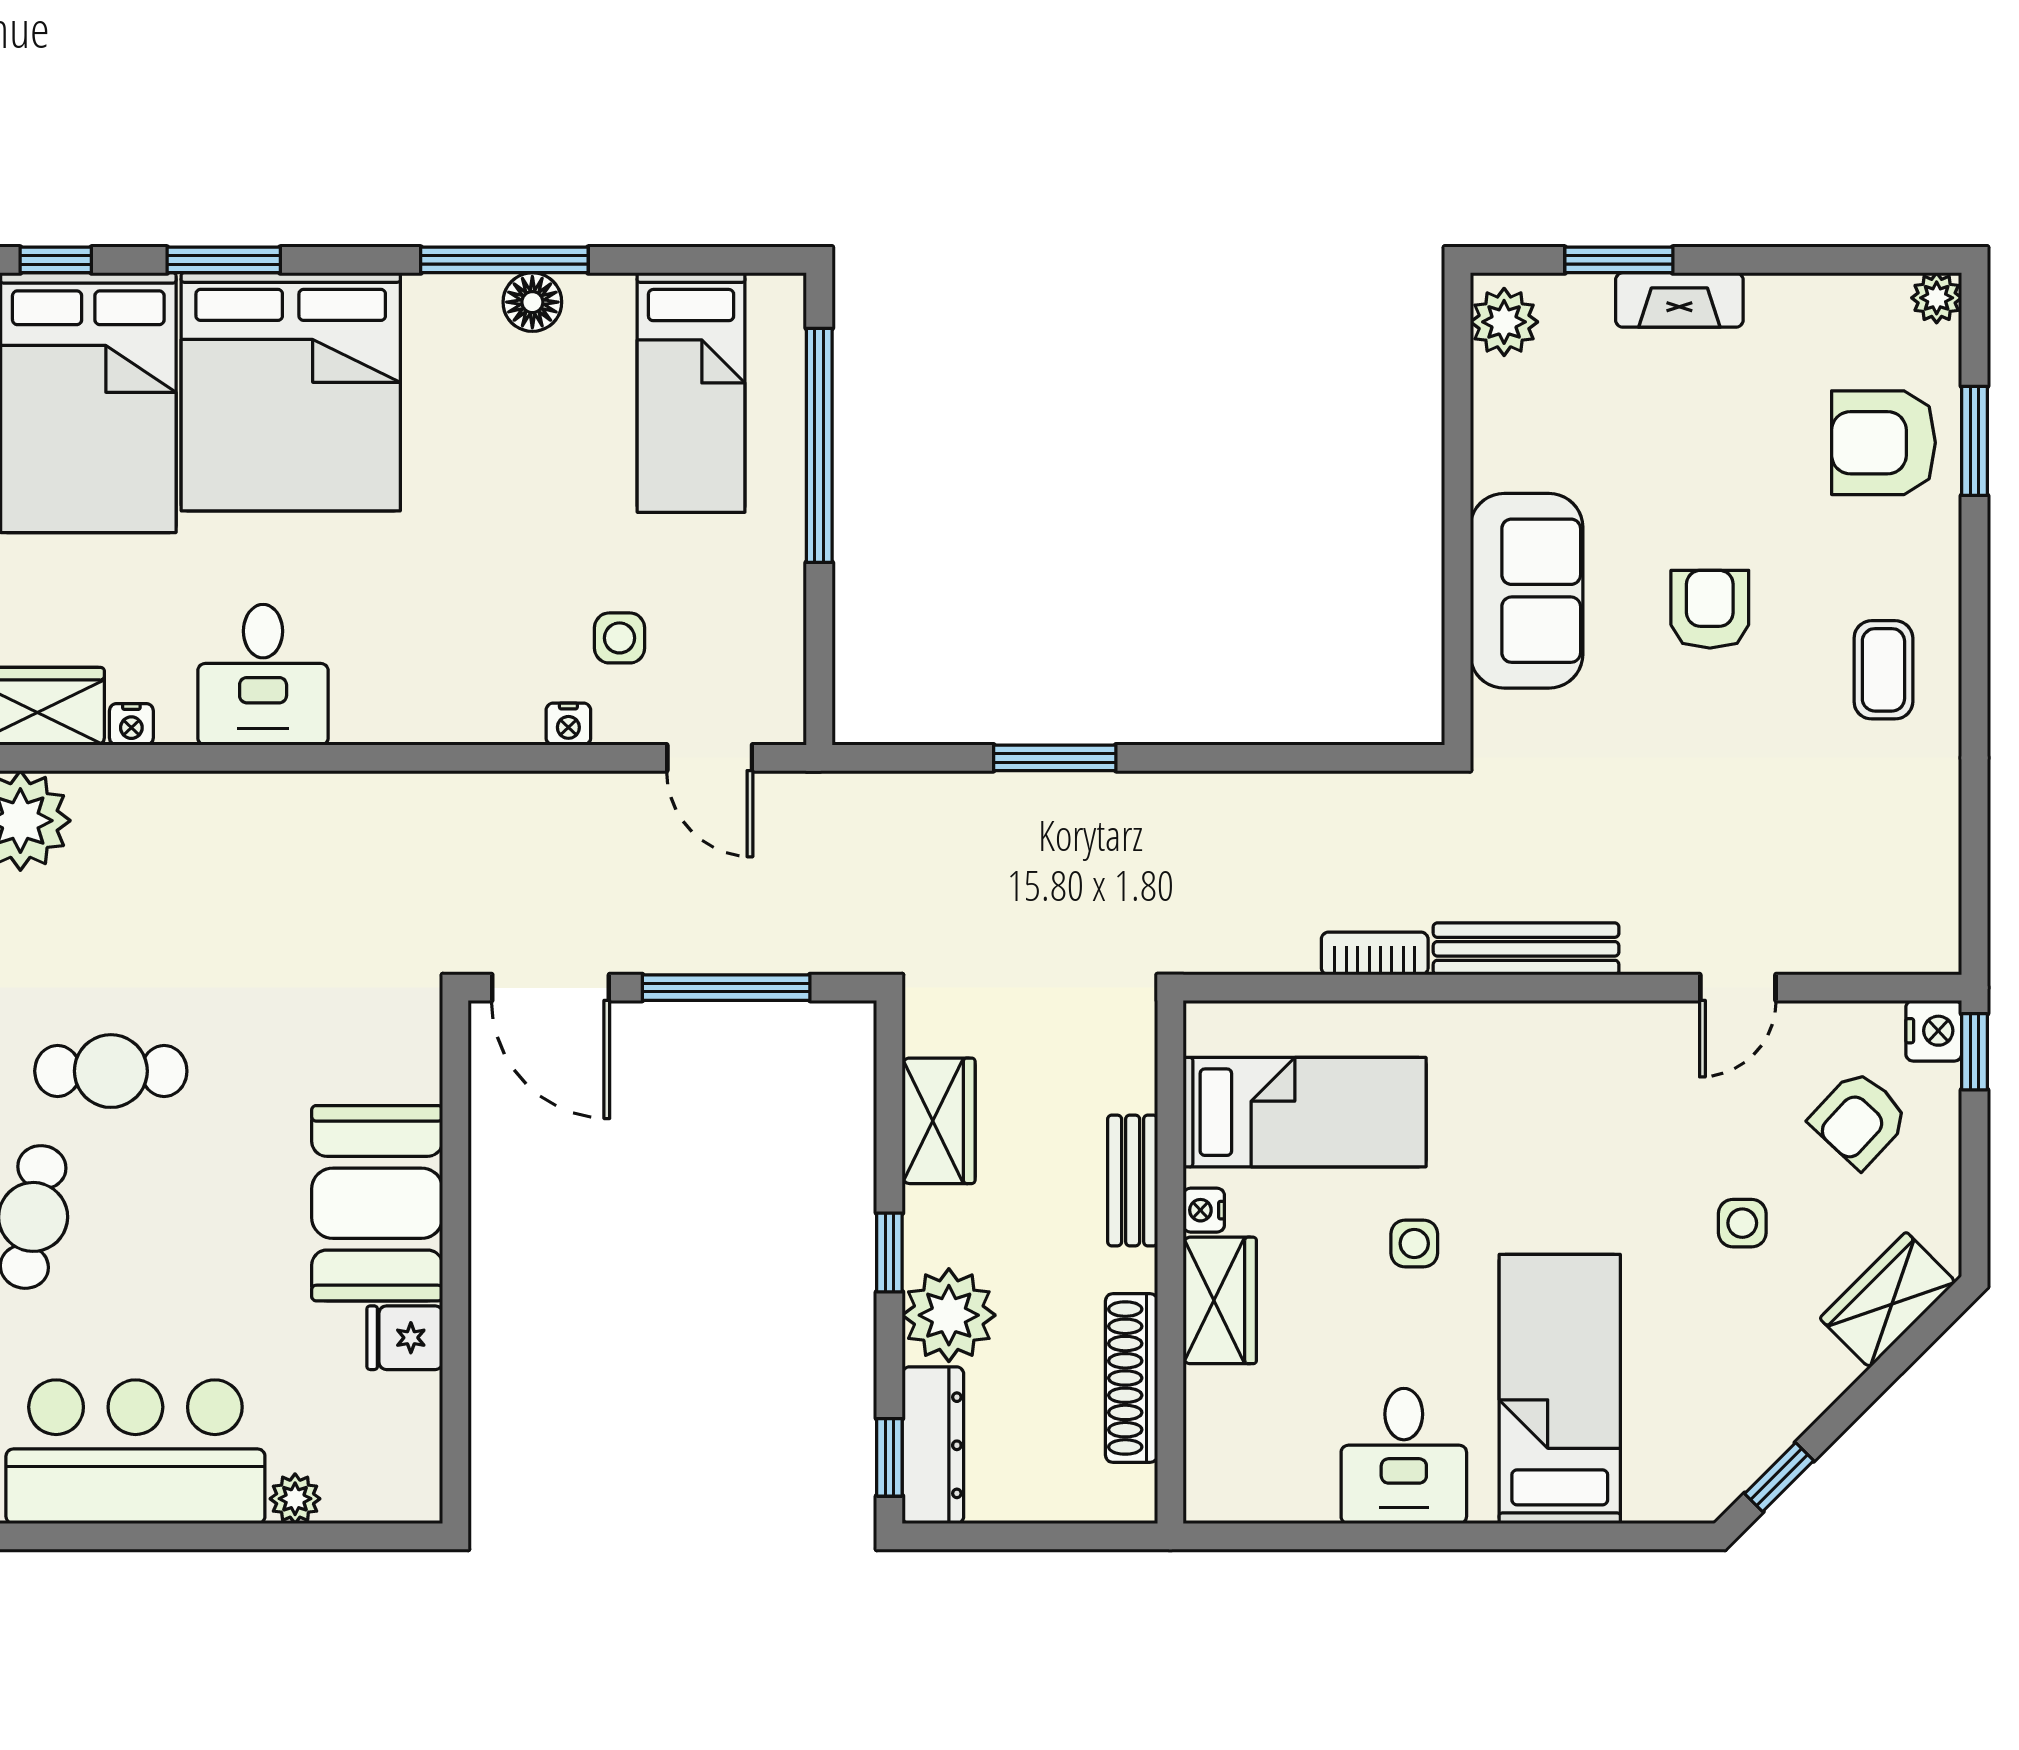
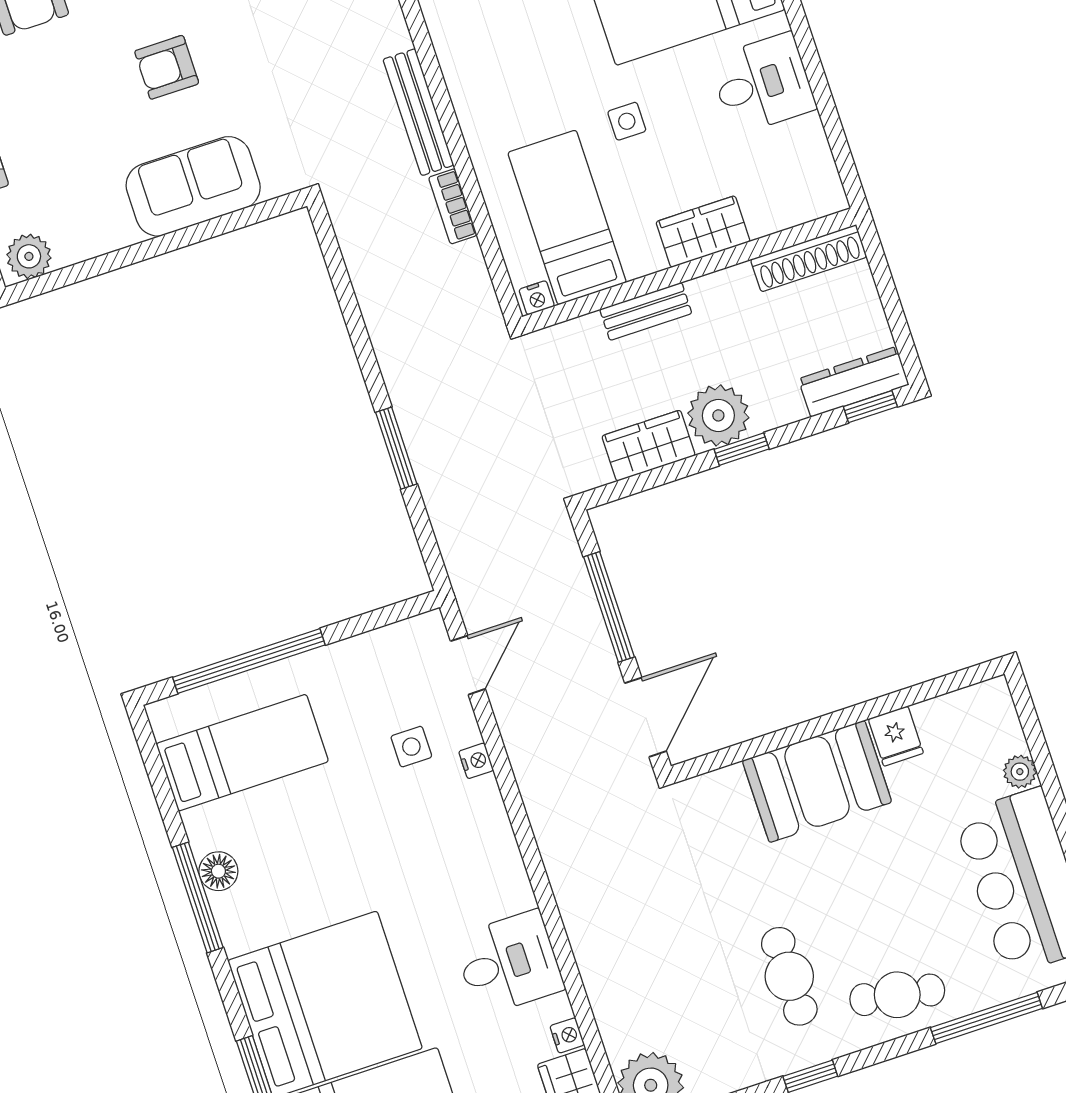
nightstand: (1204, 1210) -> (537, 298), moved
plant: (949, 1315) -> (718, 415), moved
shoe rack: (1131, 1378) -> (809, 258), moved

